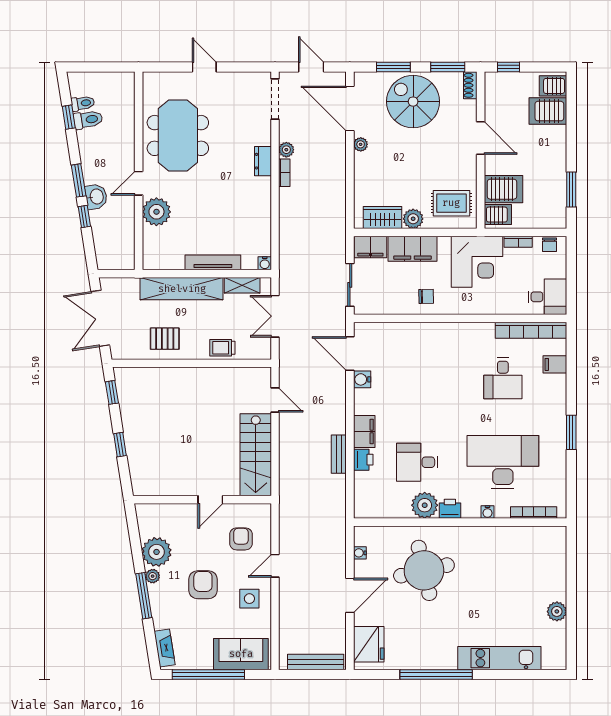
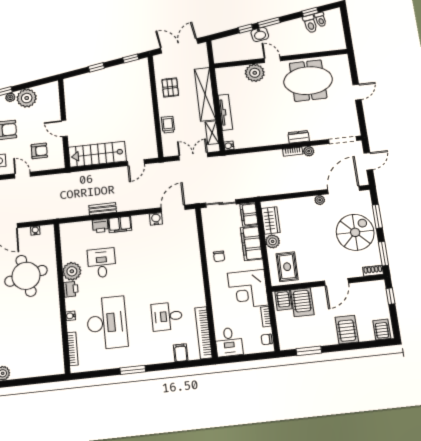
server rack: (548, 111) -> (347, 330), moved

